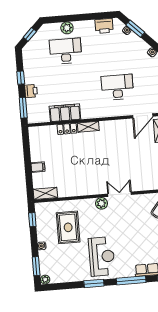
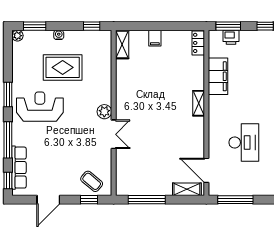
printer: (31, 91) -> (231, 37), moved
locker: (67, 129) -> (198, 43), moved
rug: (68, 227) -> (63, 67), moved
reception desk: (102, 256) -> (40, 107), turned 180

